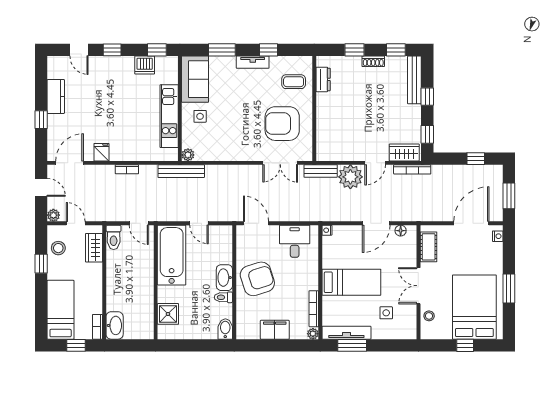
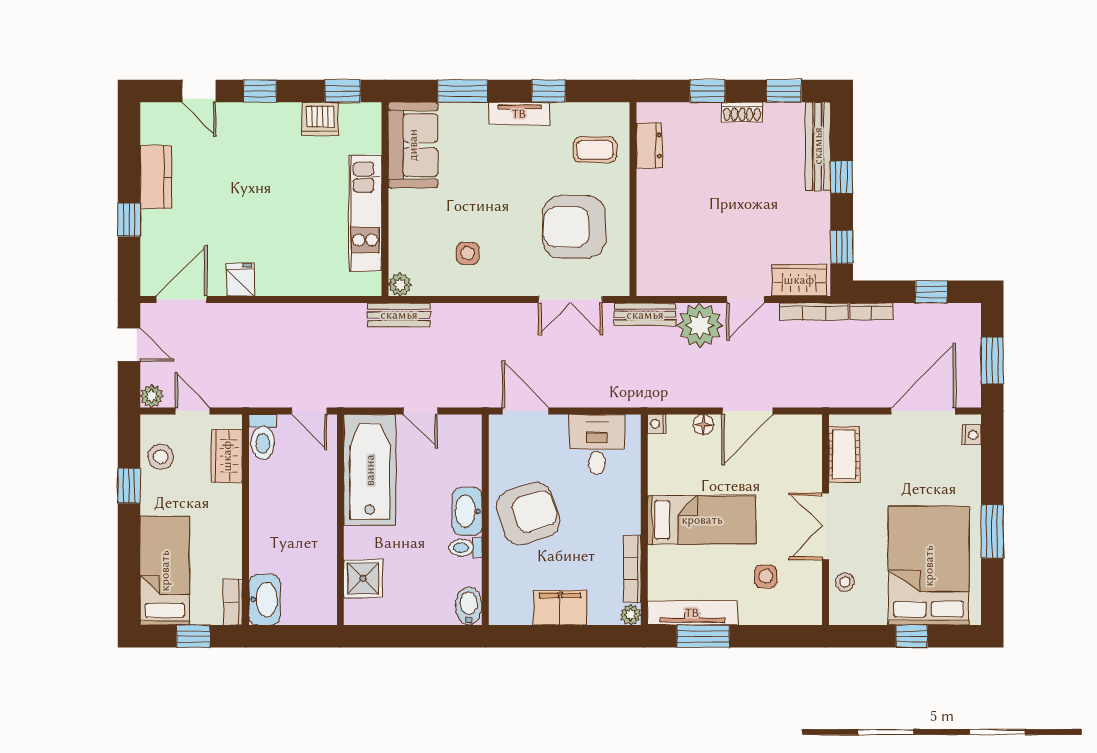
side table: (200, 116) -> (468, 253), moved
bookcase: (127, 169) -> (872, 311), moved
bench: (181, 171) -> (399, 315), width x0.73
floor lamp: (401, 231) -> (703, 425), moved

